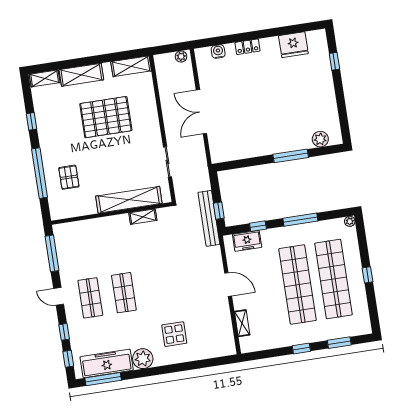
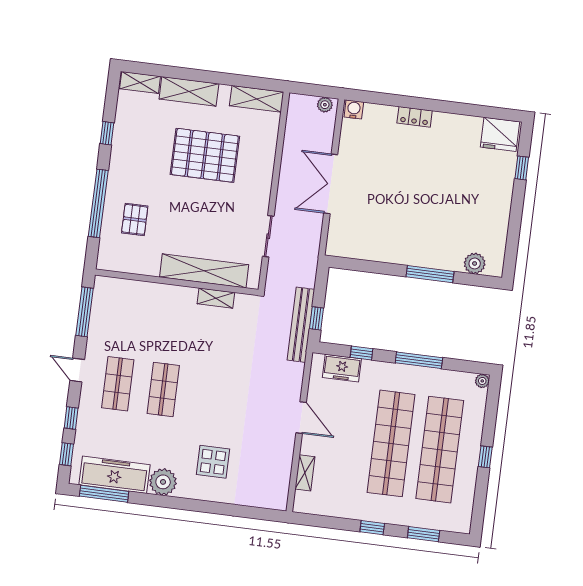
fridge: (293, 45) -> (500, 134), moved
water cooler: (218, 52) -> (354, 109), moved

